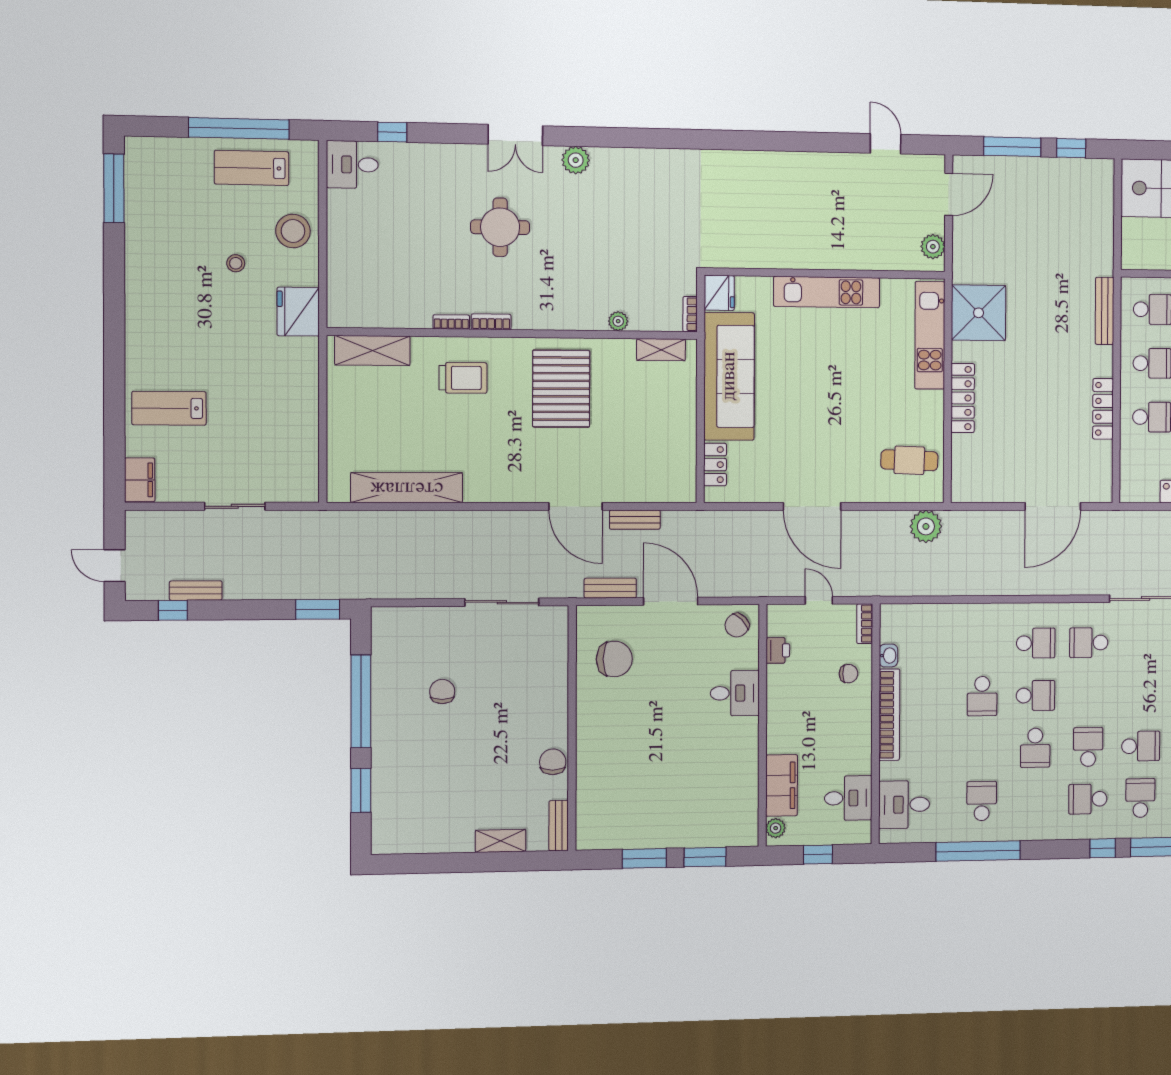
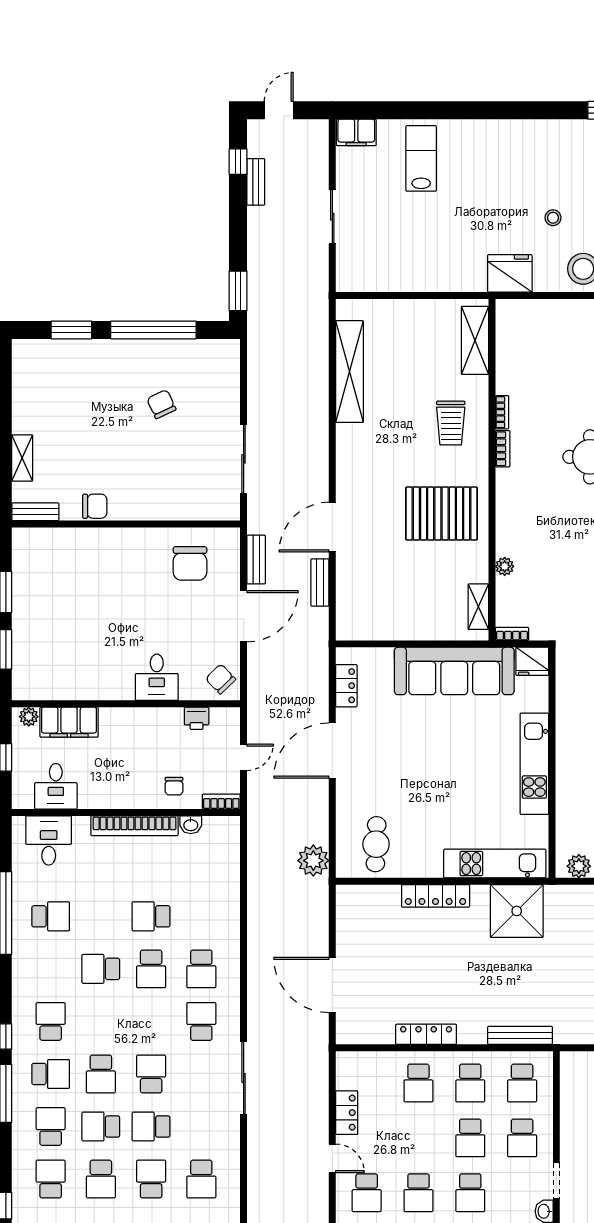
locker: (715, 465) -> (346, 686), moved, turned -90
chair: (442, 692) -> (161, 404), turned -115
school desk: (1088, 747) -> (151, 1074), moved, turned -90

